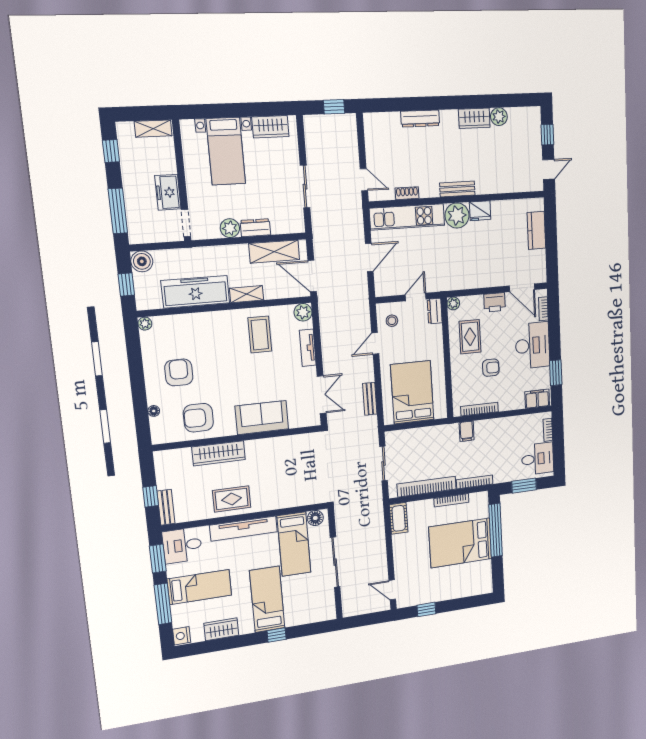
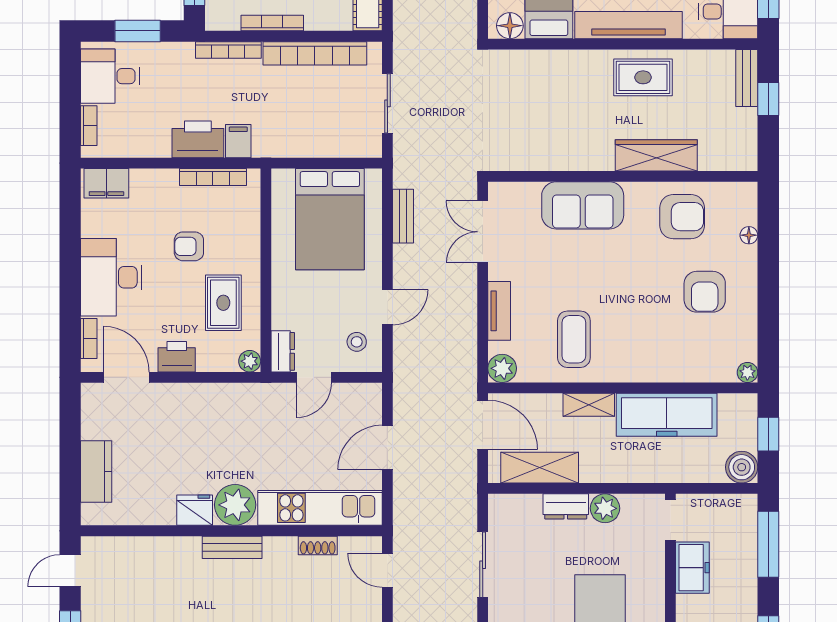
window: (556, 373) -> (70, 225), removed
printer: (489, 429) -> (198, 139), added

